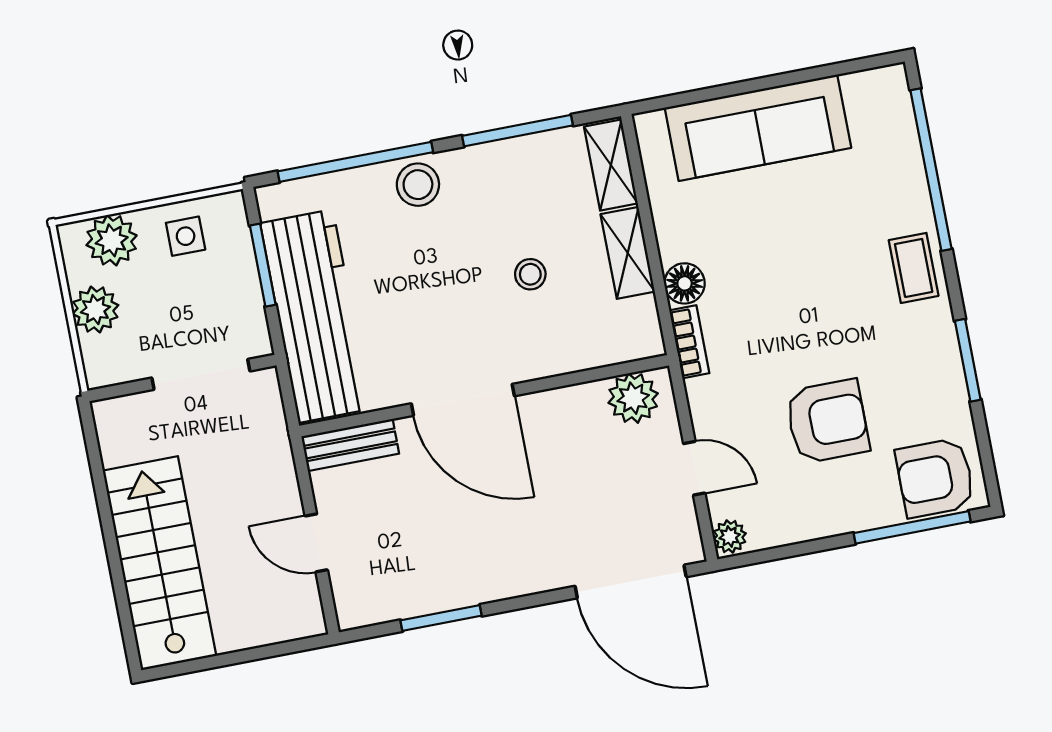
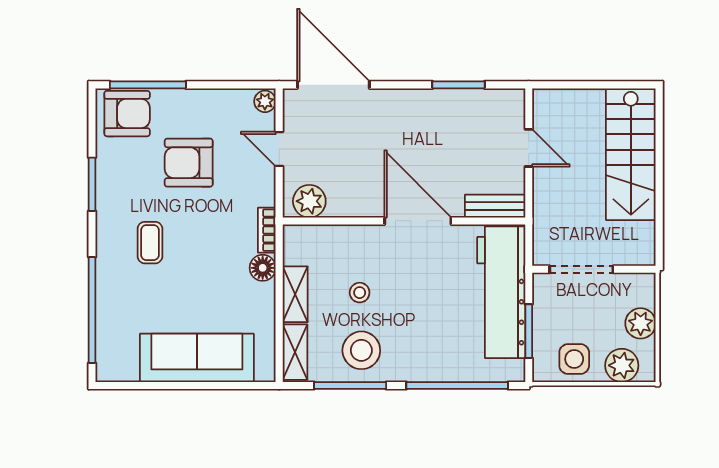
stool: (418, 185) -> (361, 350), moved, width x1.38, depth x1.38
side table: (186, 236) -> (574, 359), width x1.37, depth x1.37
coffee table: (914, 268) -> (150, 243), moved

